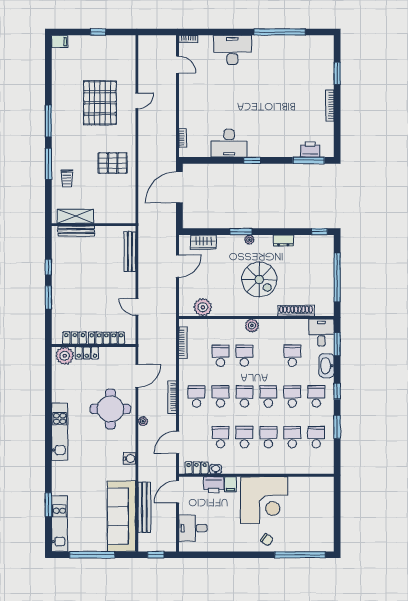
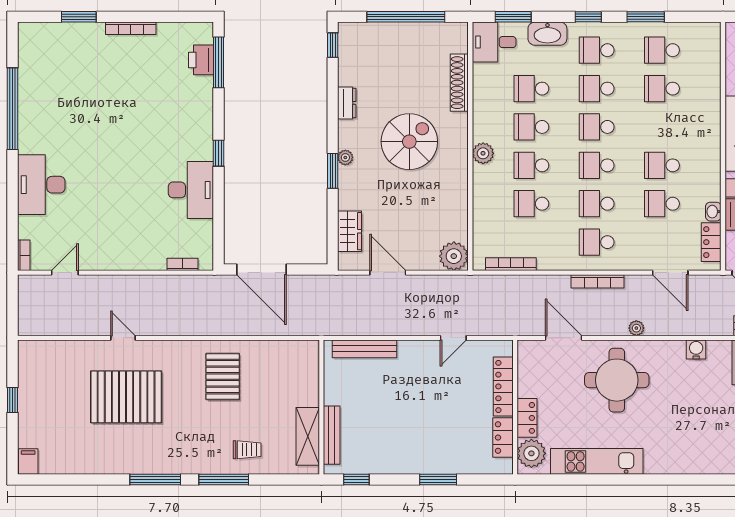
window: (48, 267) -> (356, 479), moved
plant: (203, 307) -> (454, 256), moved
kitchen unit: (60, 432) -> (597, 461), moved
school desk: (268, 437) -> (531, 127), moved

